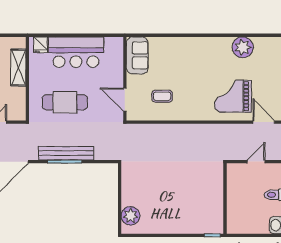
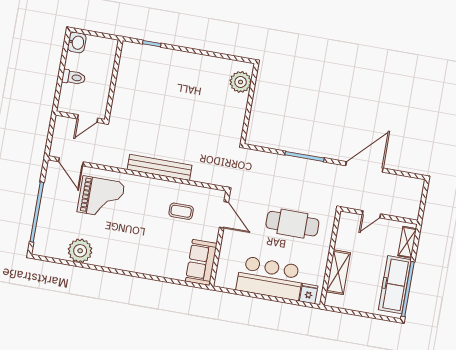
bench: (66, 153) -> (160, 167), moved
wall: (225, 199) -> (114, 80), moved

